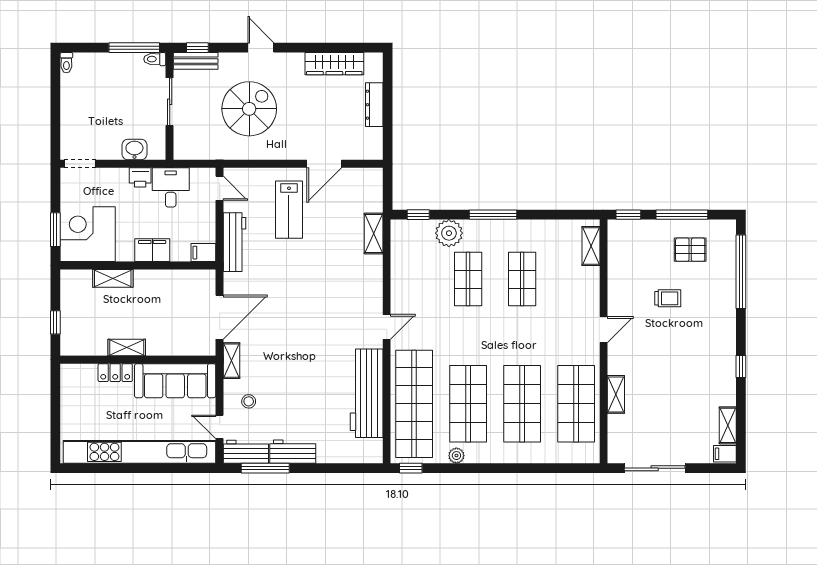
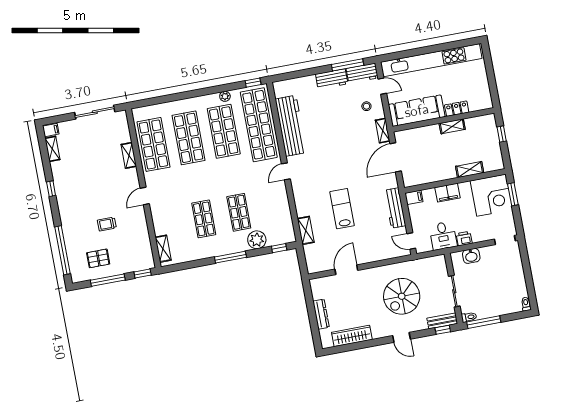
lab bench: (289, 210) -> (342, 209), moved

